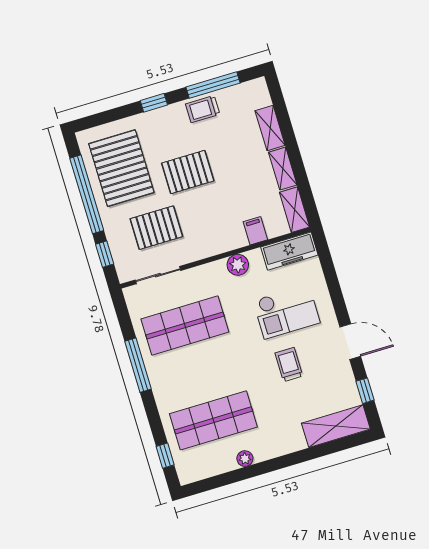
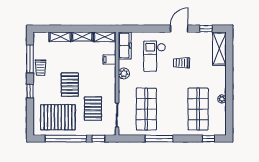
checkout: (287, 312) -> (155, 56), turned 180

